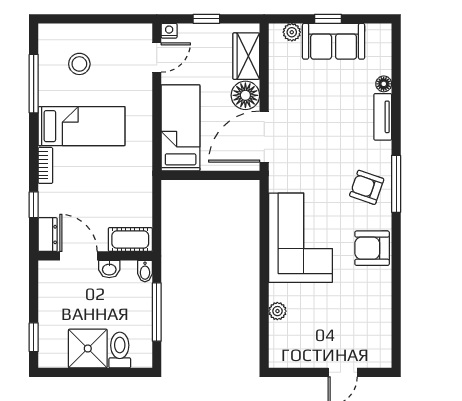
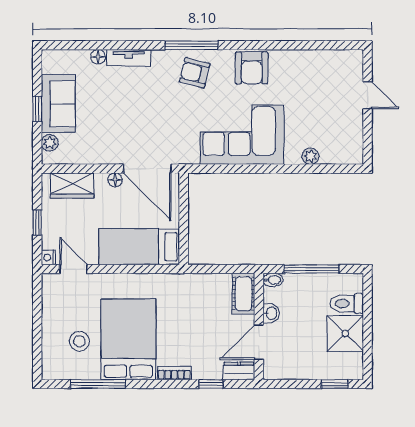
floor lamp: (245, 95) -> (115, 180), width x0.53, depth x0.53
bed: (82, 126) -> (128, 339), width x1.50
armchair: (367, 187) -> (195, 73), turned 85

